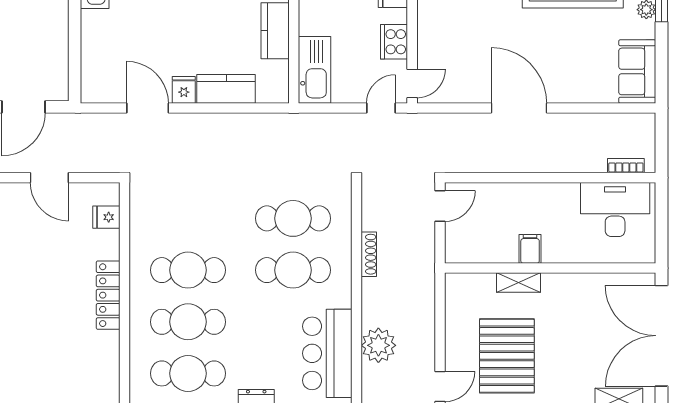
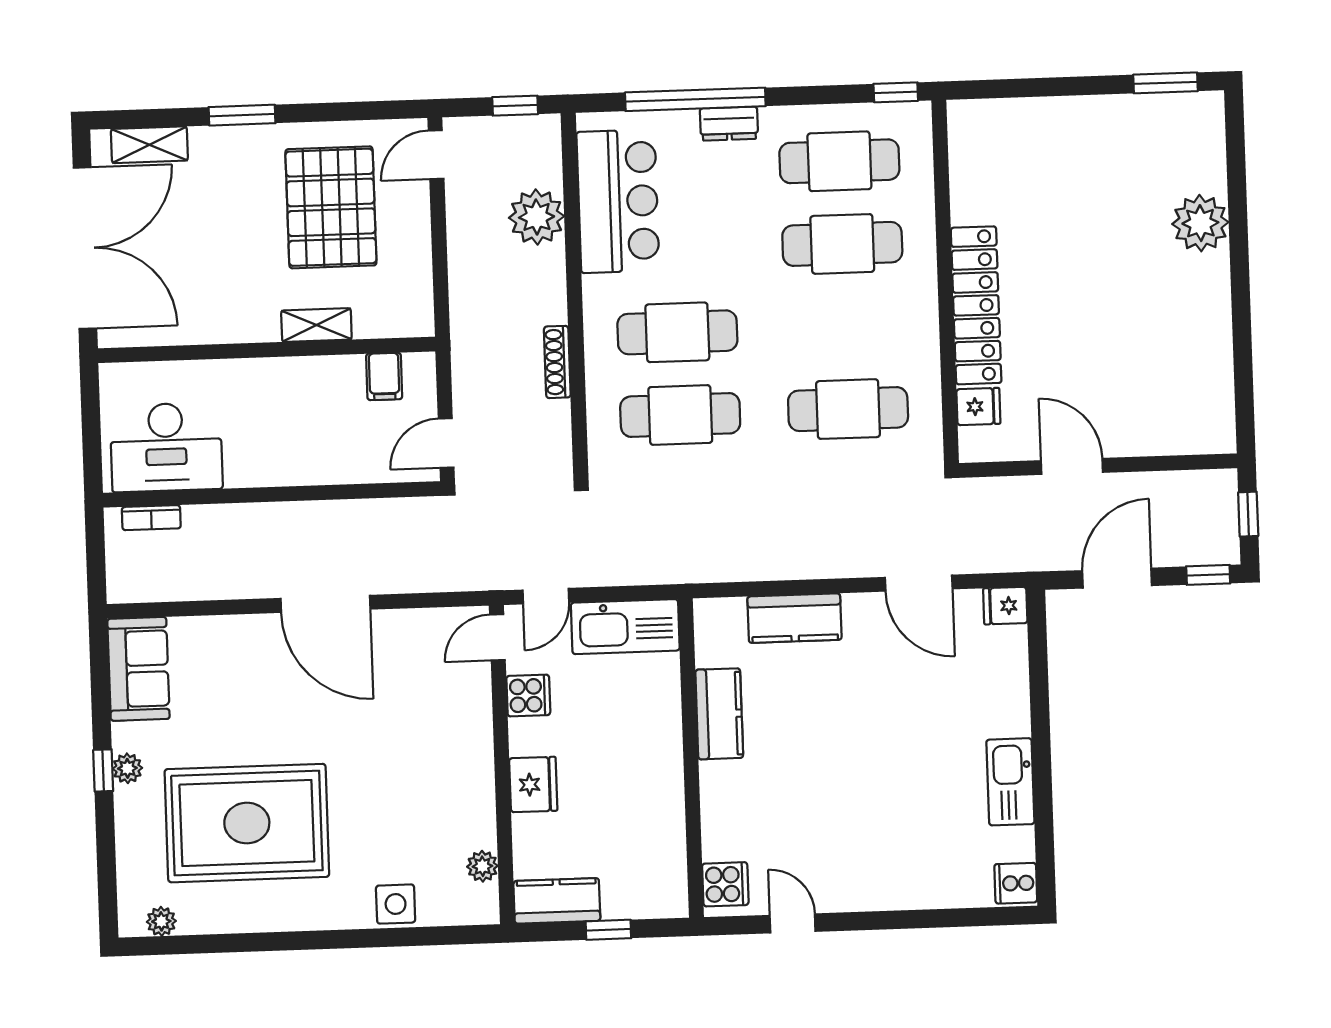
cooker: (394, 42) -> (528, 695), width x0.73
kitchen sink: (315, 70) -> (625, 627), moved, turned -90
fridge: (184, 90) -> (1005, 606), moved, turned 90
filing cabinet: (530, 249) -> (384, 376), moved
cafe table: (188, 270) -> (848, 409), moved
locker: (108, 295) -> (976, 305), width x1.41, depth x1.21

